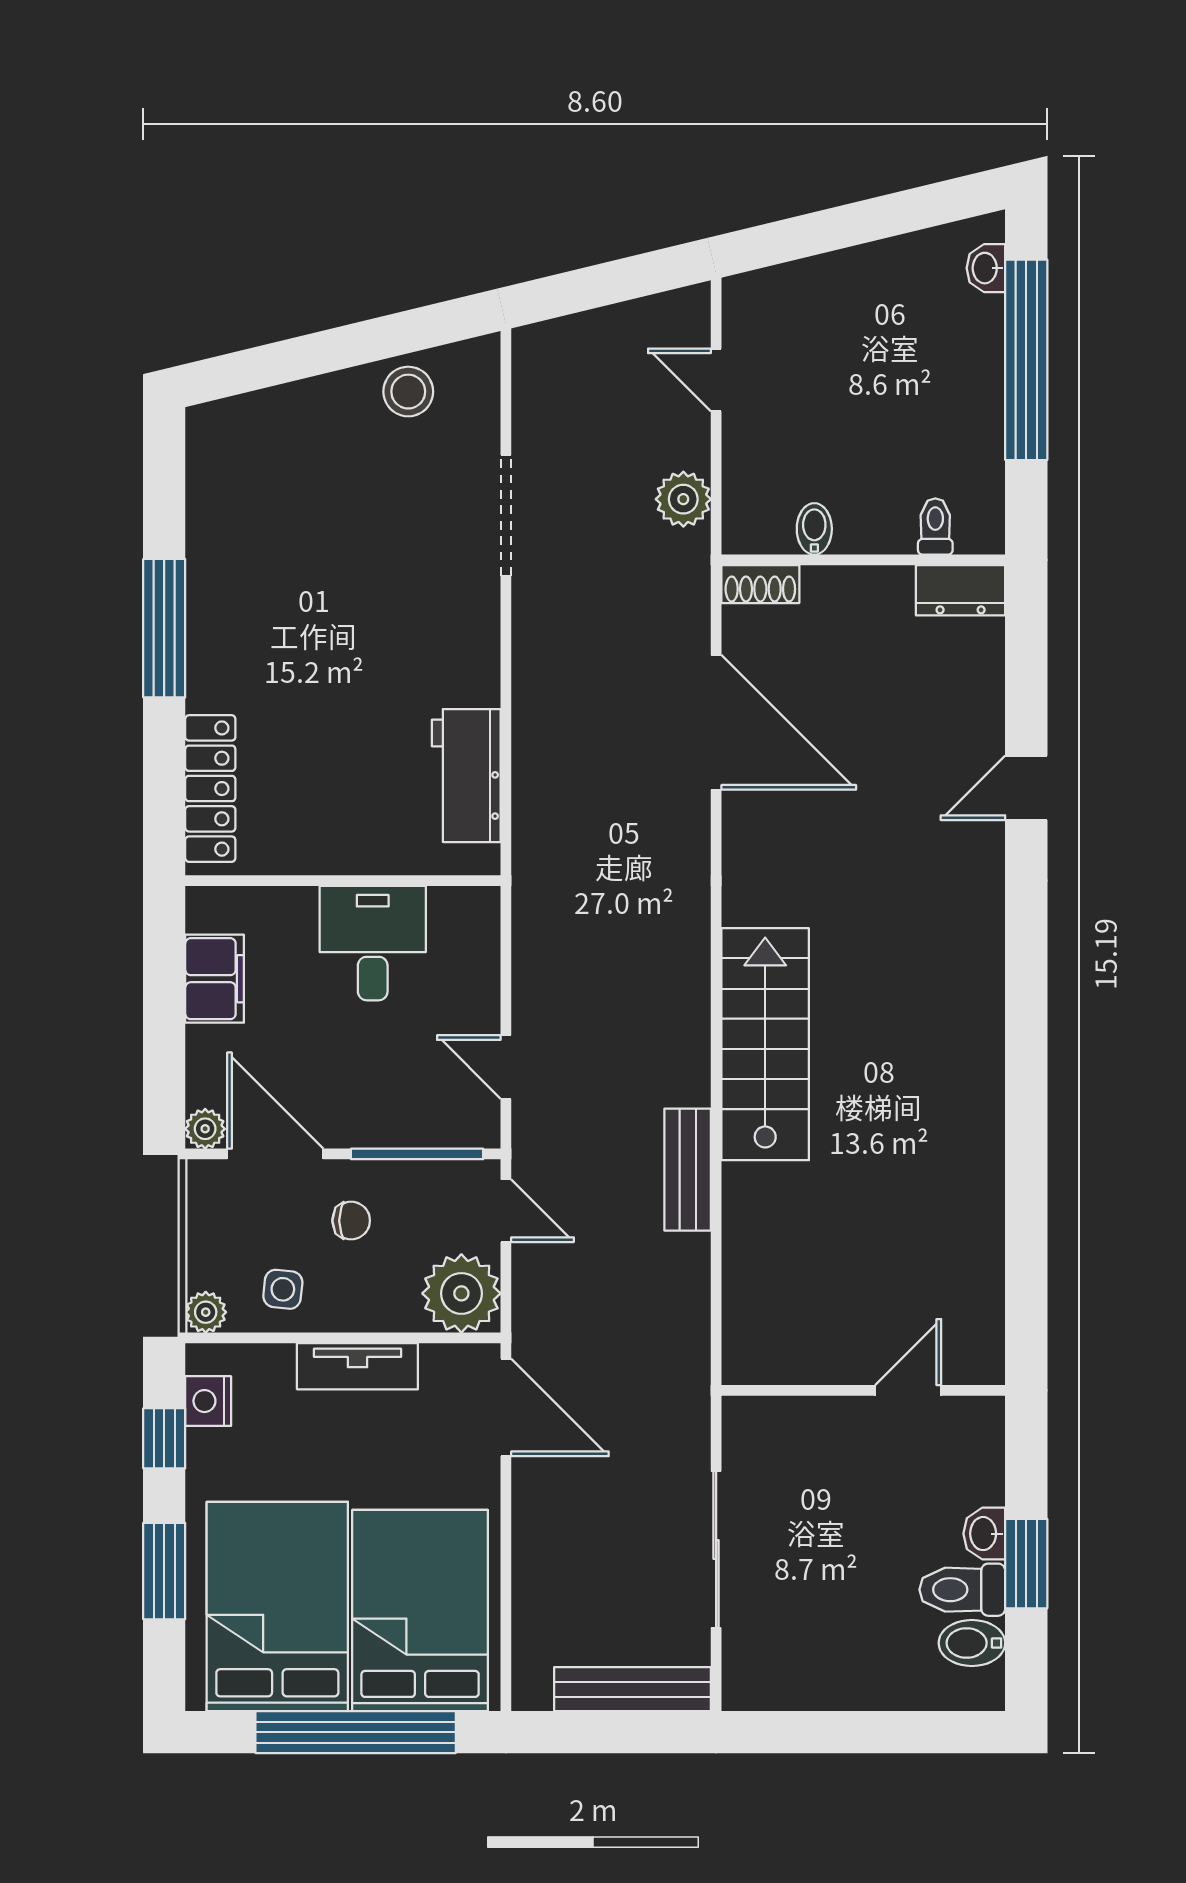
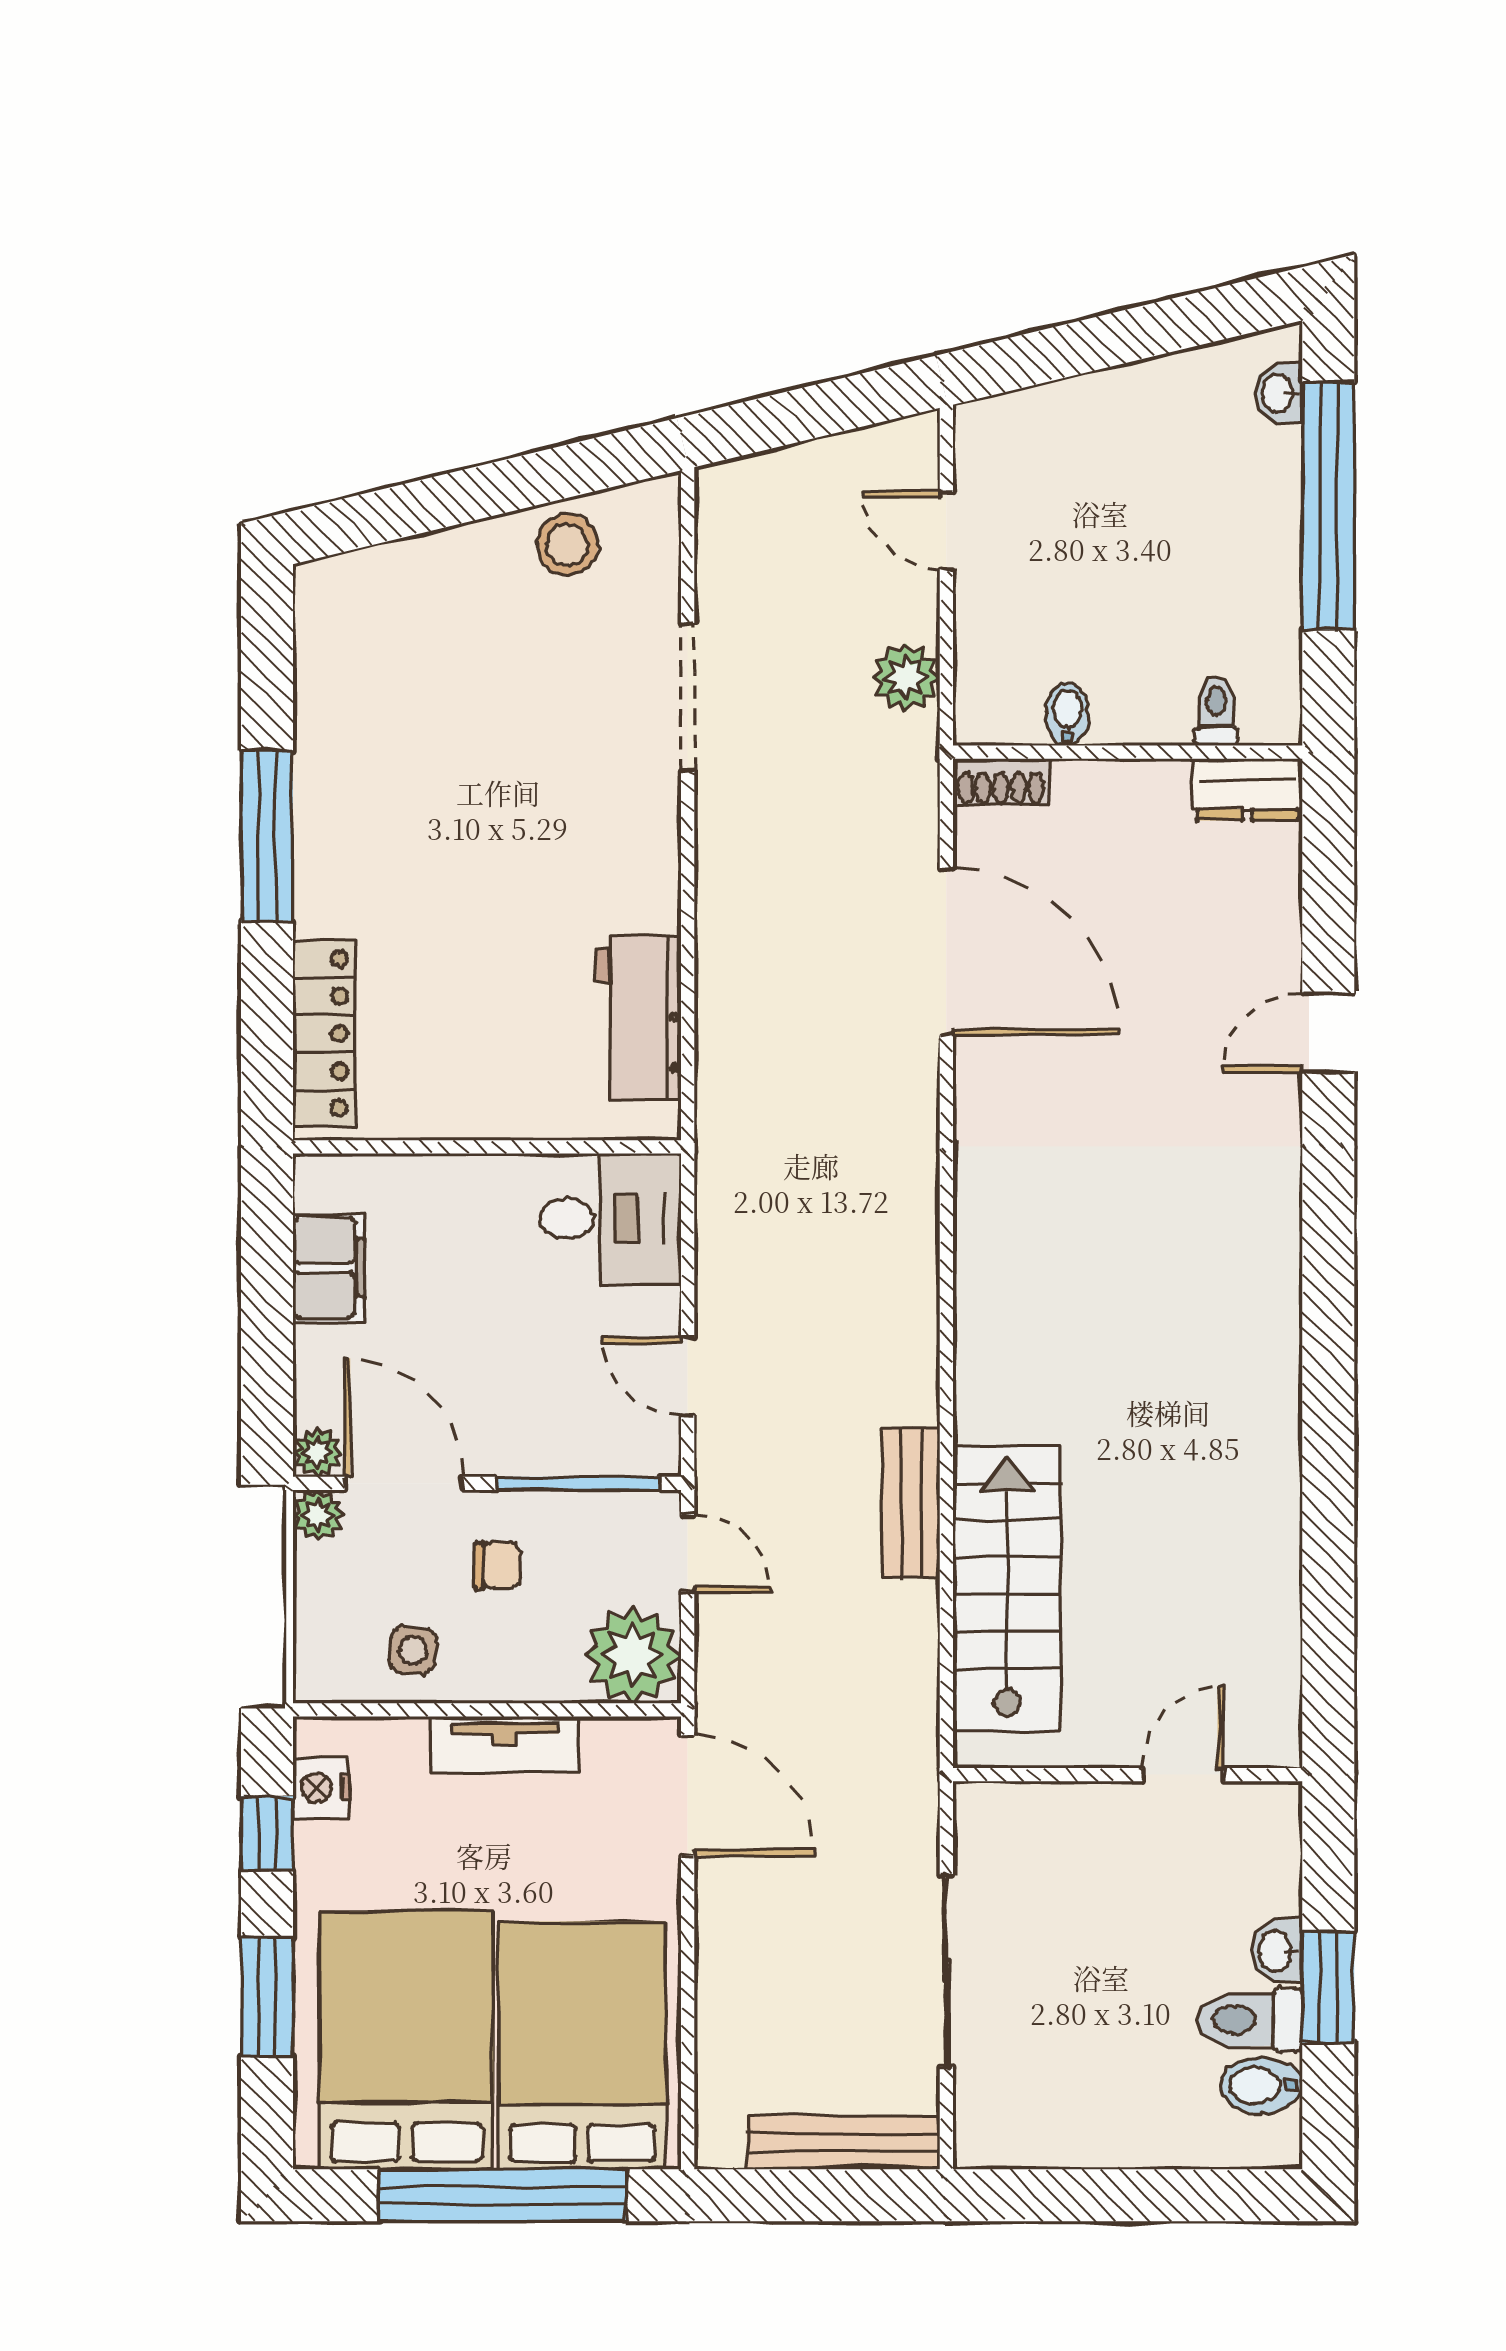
desk: (373, 943) -> (611, 1219), moved, turned 90
stairs: (765, 1044) -> (1007, 1588), moved
plant: (206, 1312) -> (318, 1515), moved

